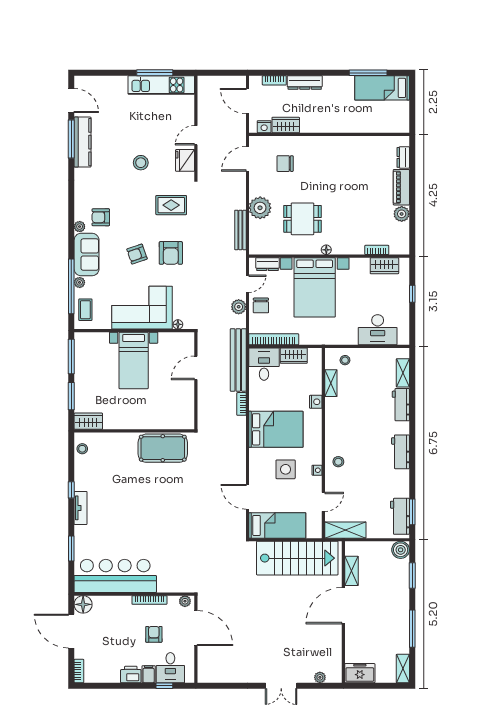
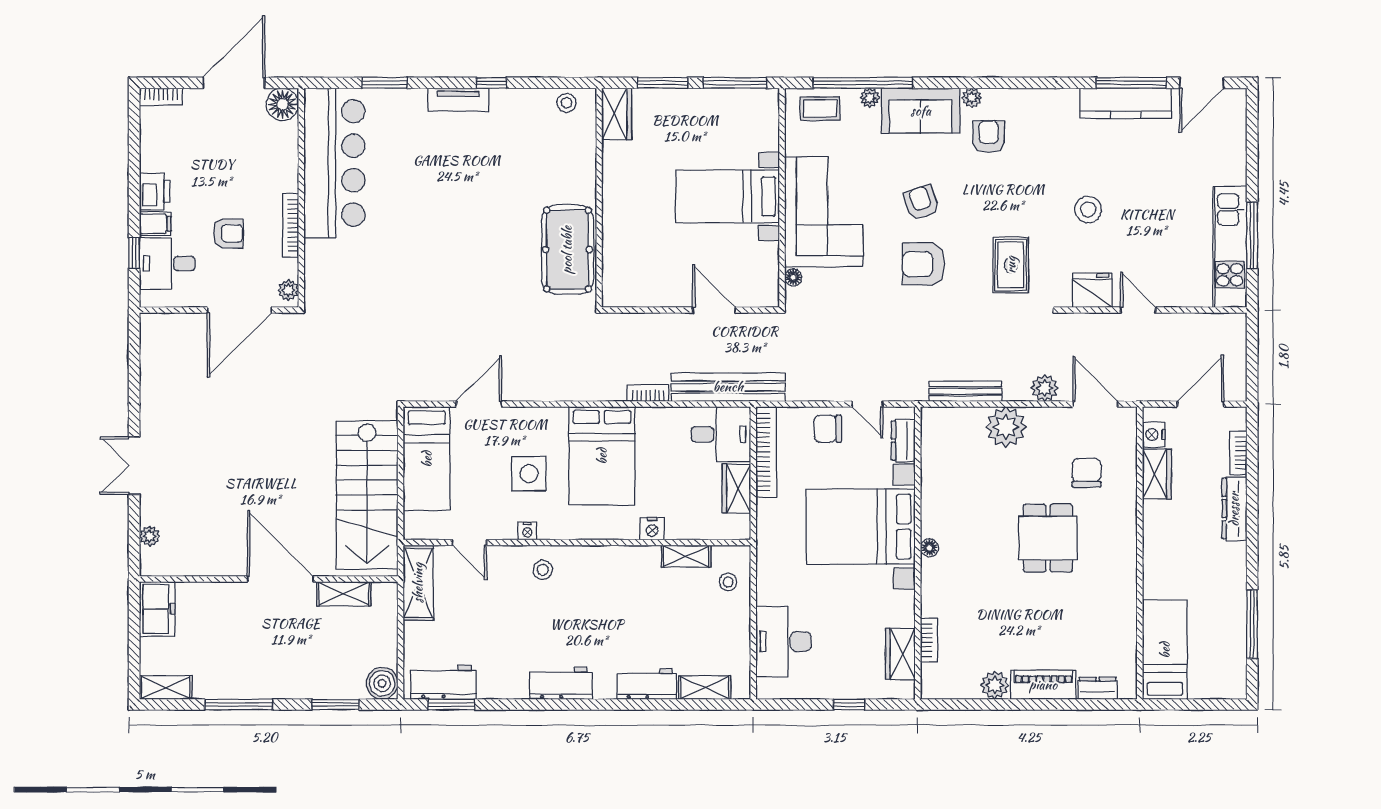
bed: (382, 88) -> (1165, 650), moved
dining table: (302, 219) -> (1048, 538), moved
plant: (239, 307) -> (1045, 388), moved

